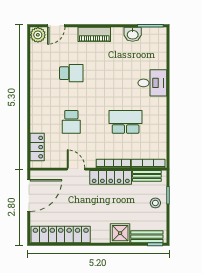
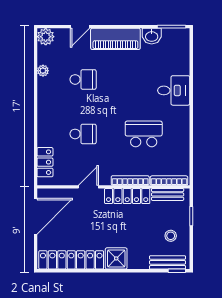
door: (56, 26) -> (80, 27), moved
piano: (94, 34) -> (115, 39), width x1.37, depth x1.33
plant: (35, 65) -> (43, 71), added
school desk: (71, 122) -> (83, 134), turned -90
door: (76, 169) -> (88, 187), hinge flipped
stool: (155, 203) -> (171, 236), moved
shower: (120, 233) -> (116, 258), moved

